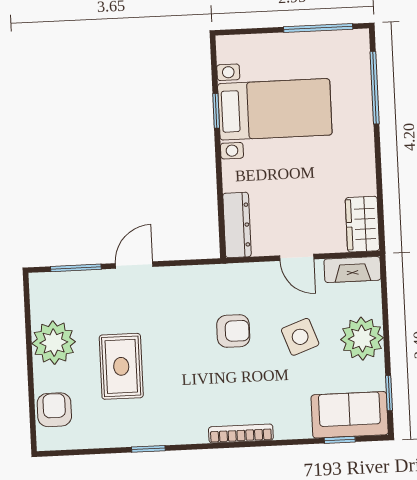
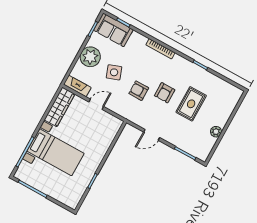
bed with nightstands: (275, 109) -> (56, 152), moved, turned 180
wardrobe: (362, 224) -> (59, 107), width x1.50
dresser: (237, 225) -> (112, 131), removed
door: (297, 257) -> (96, 104), hinge flipped
door: (134, 265) -> (152, 135), moved
plant: (54, 343) -> (216, 132), width x0.53, depth x0.53
armchair: (54, 410) -> (165, 93), moved

